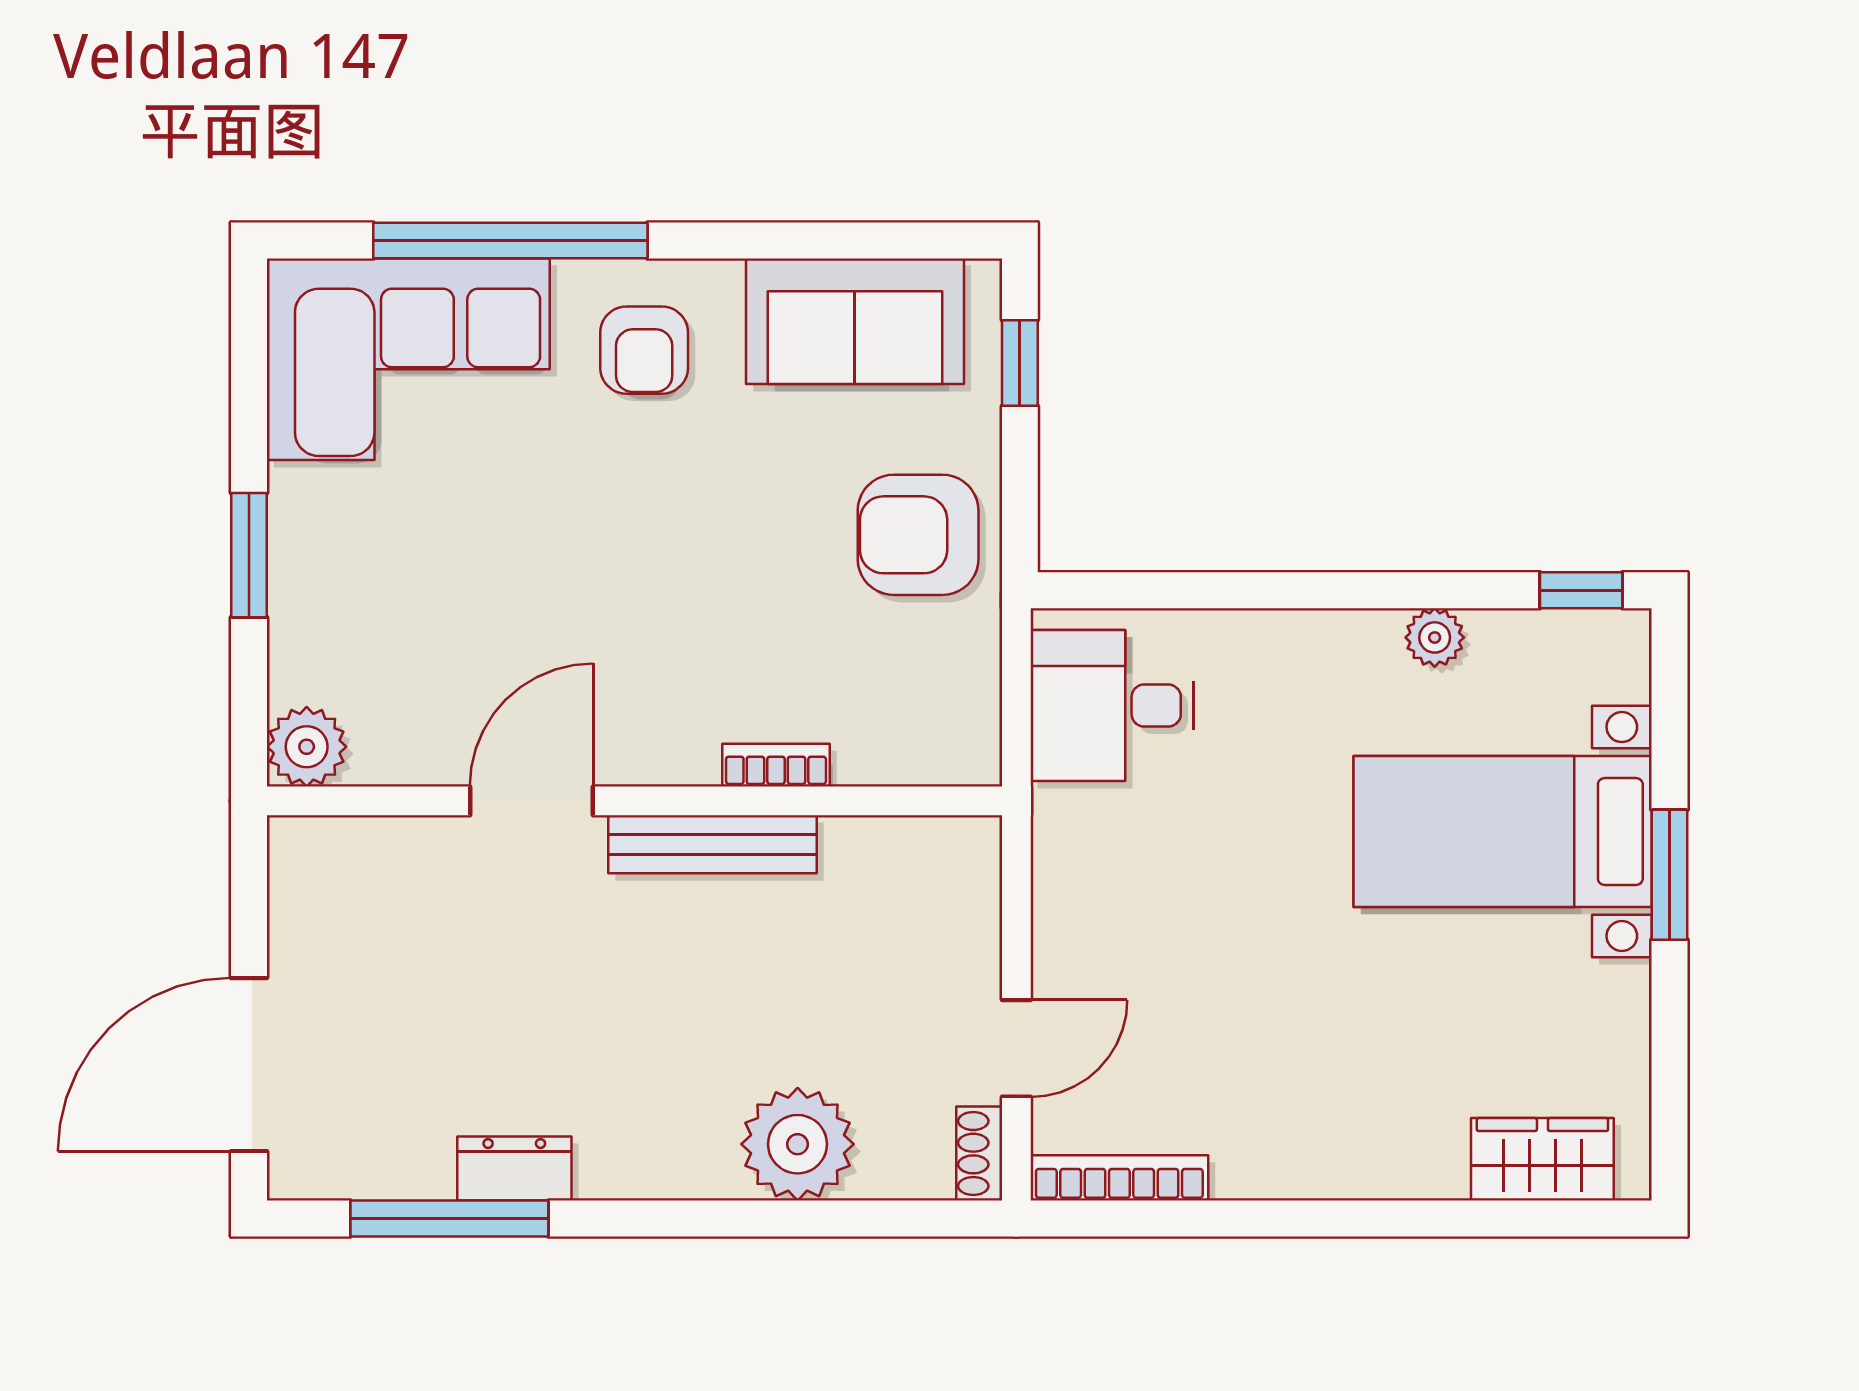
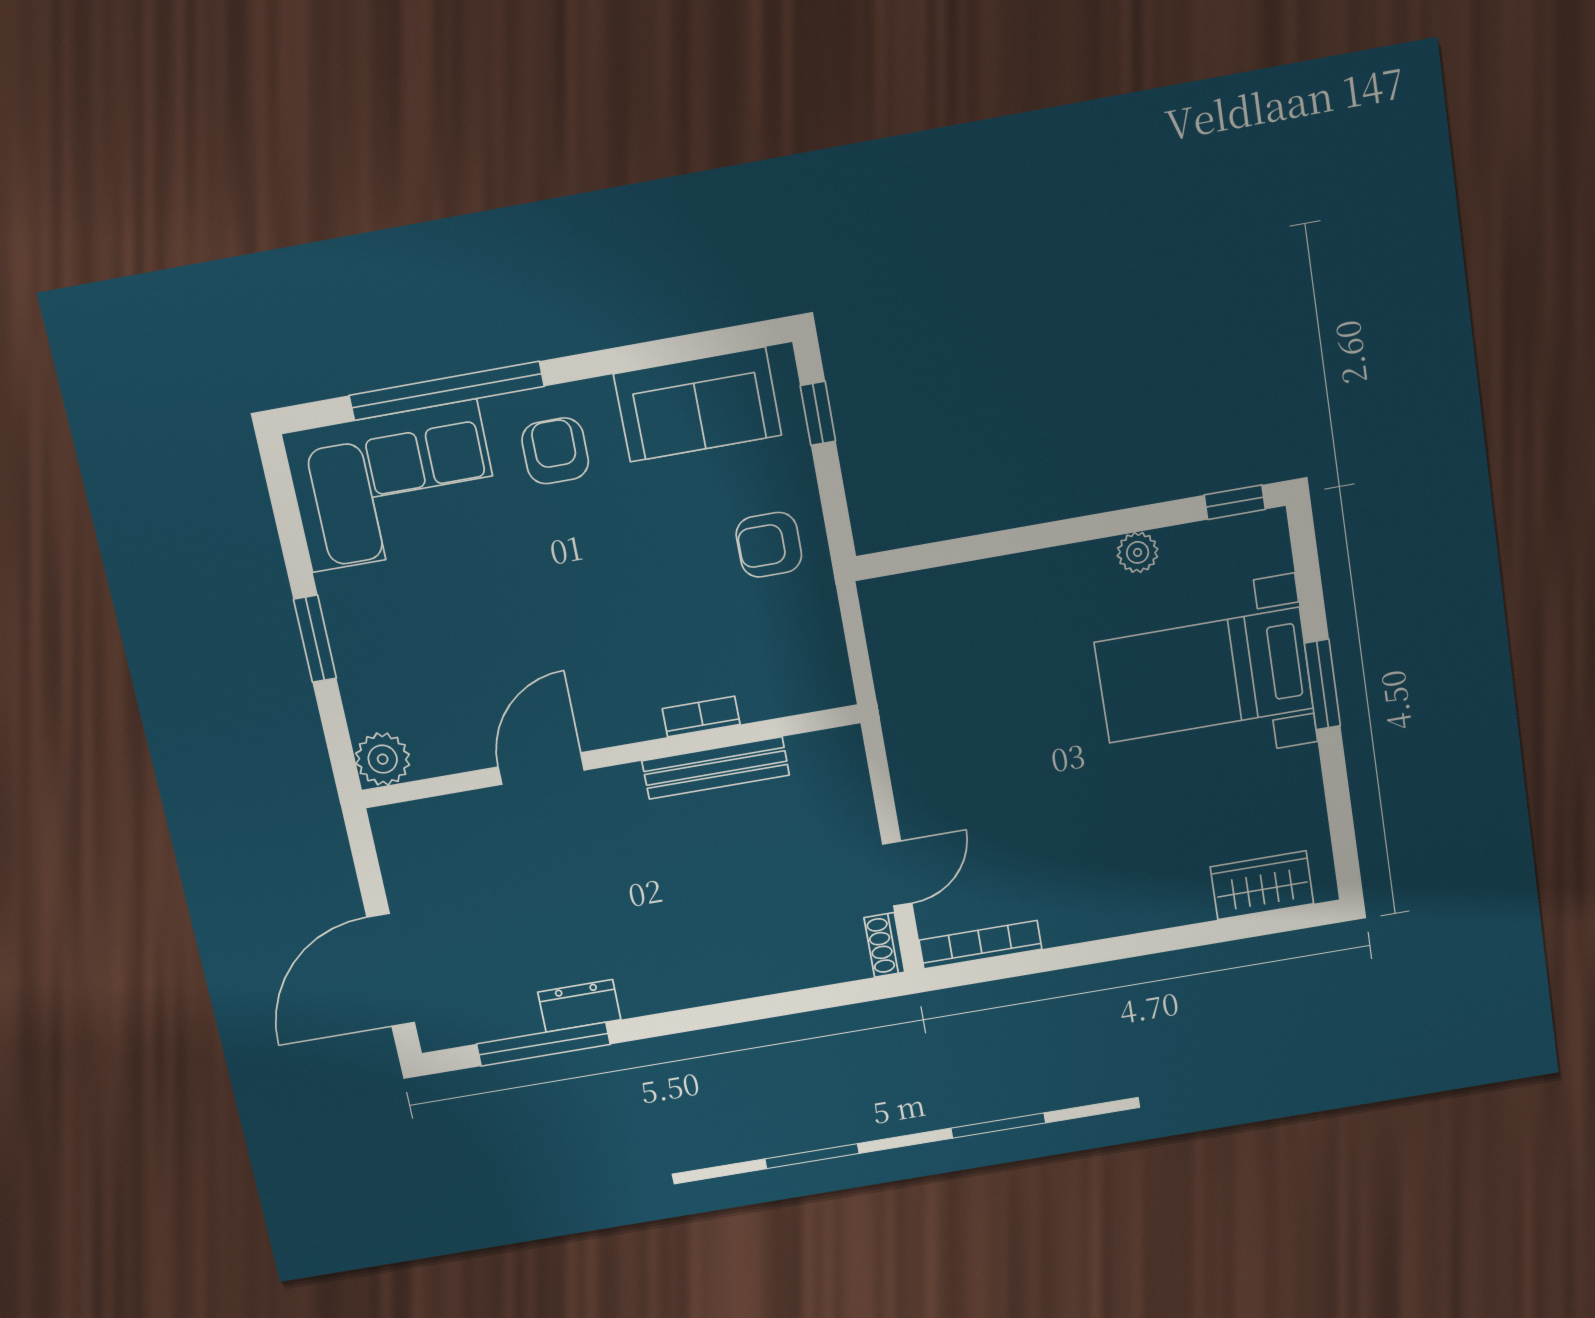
armchair: (644, 350) -> (555, 451), turned 180
armchair: (918, 535) -> (769, 545), width x0.72, depth x0.72
desk: (1112, 706) -> (923, 637), removed
bench: (712, 844) -> (716, 768), moved
plant: (798, 1144) -> (763, 959), removed

